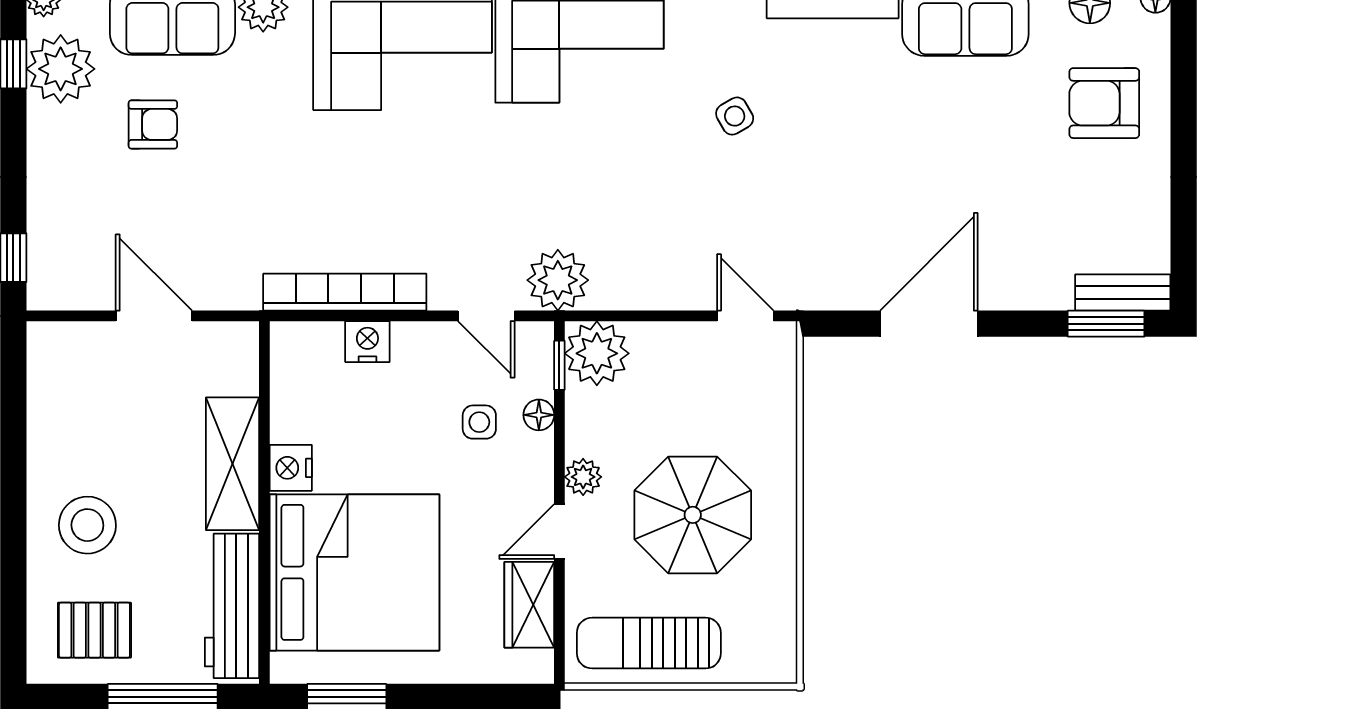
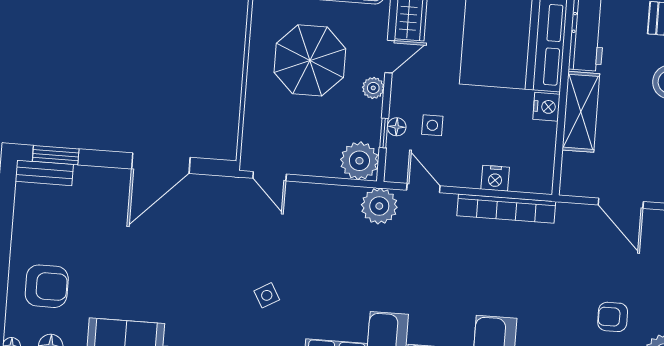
window: (559, 365) -> (384, 133), moved

